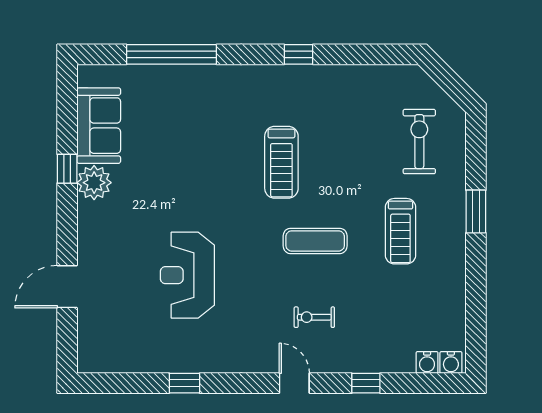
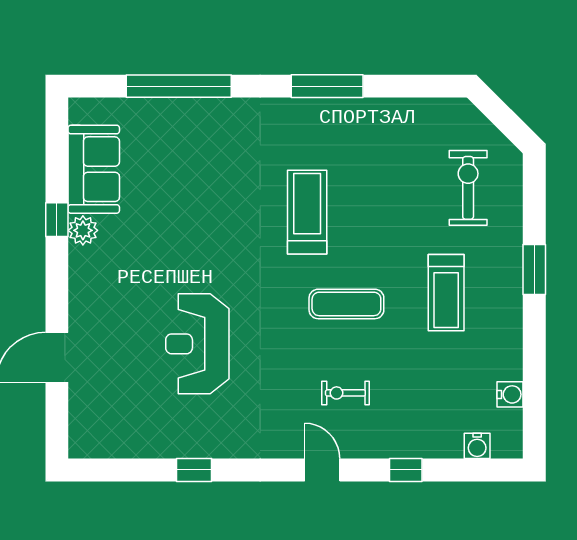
window: (298, 54) -> (327, 86), width x2.17
treadmill: (281, 162) -> (307, 212), turned 180
plant: (94, 183) -> (83, 230), width x0.73, depth x0.73
water cooler: (451, 362) -> (510, 394), moved, turned -90

